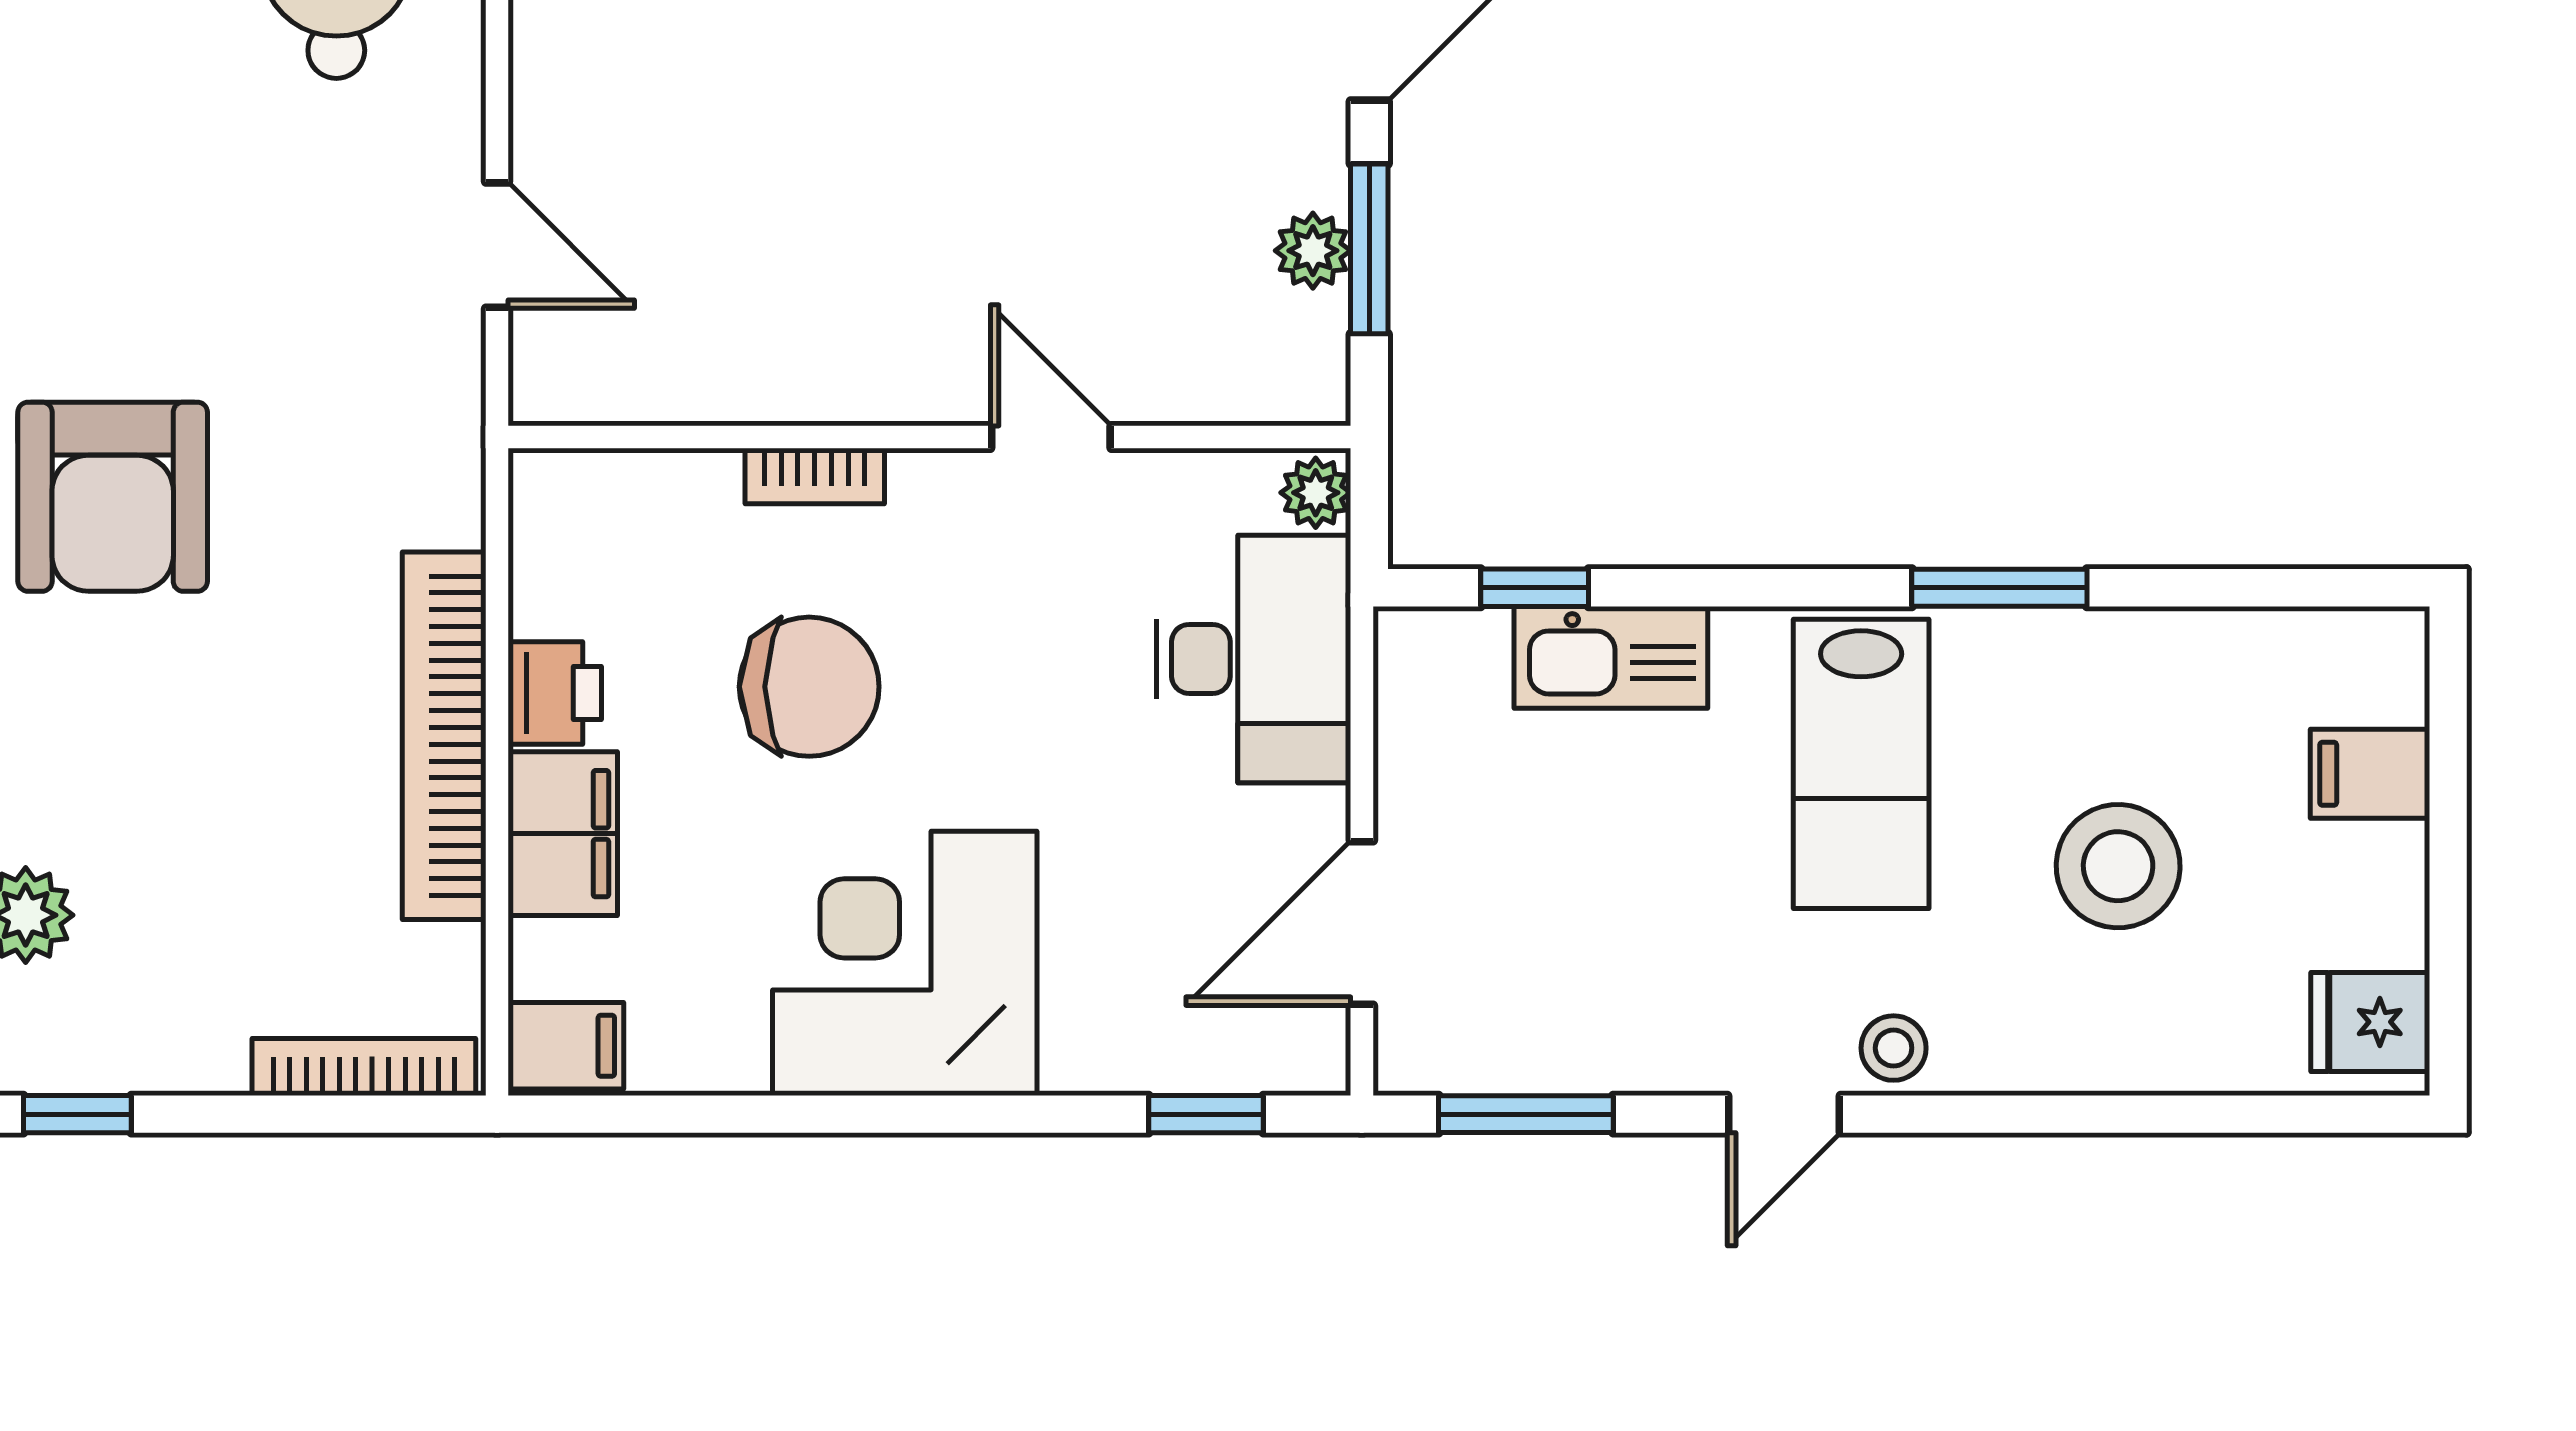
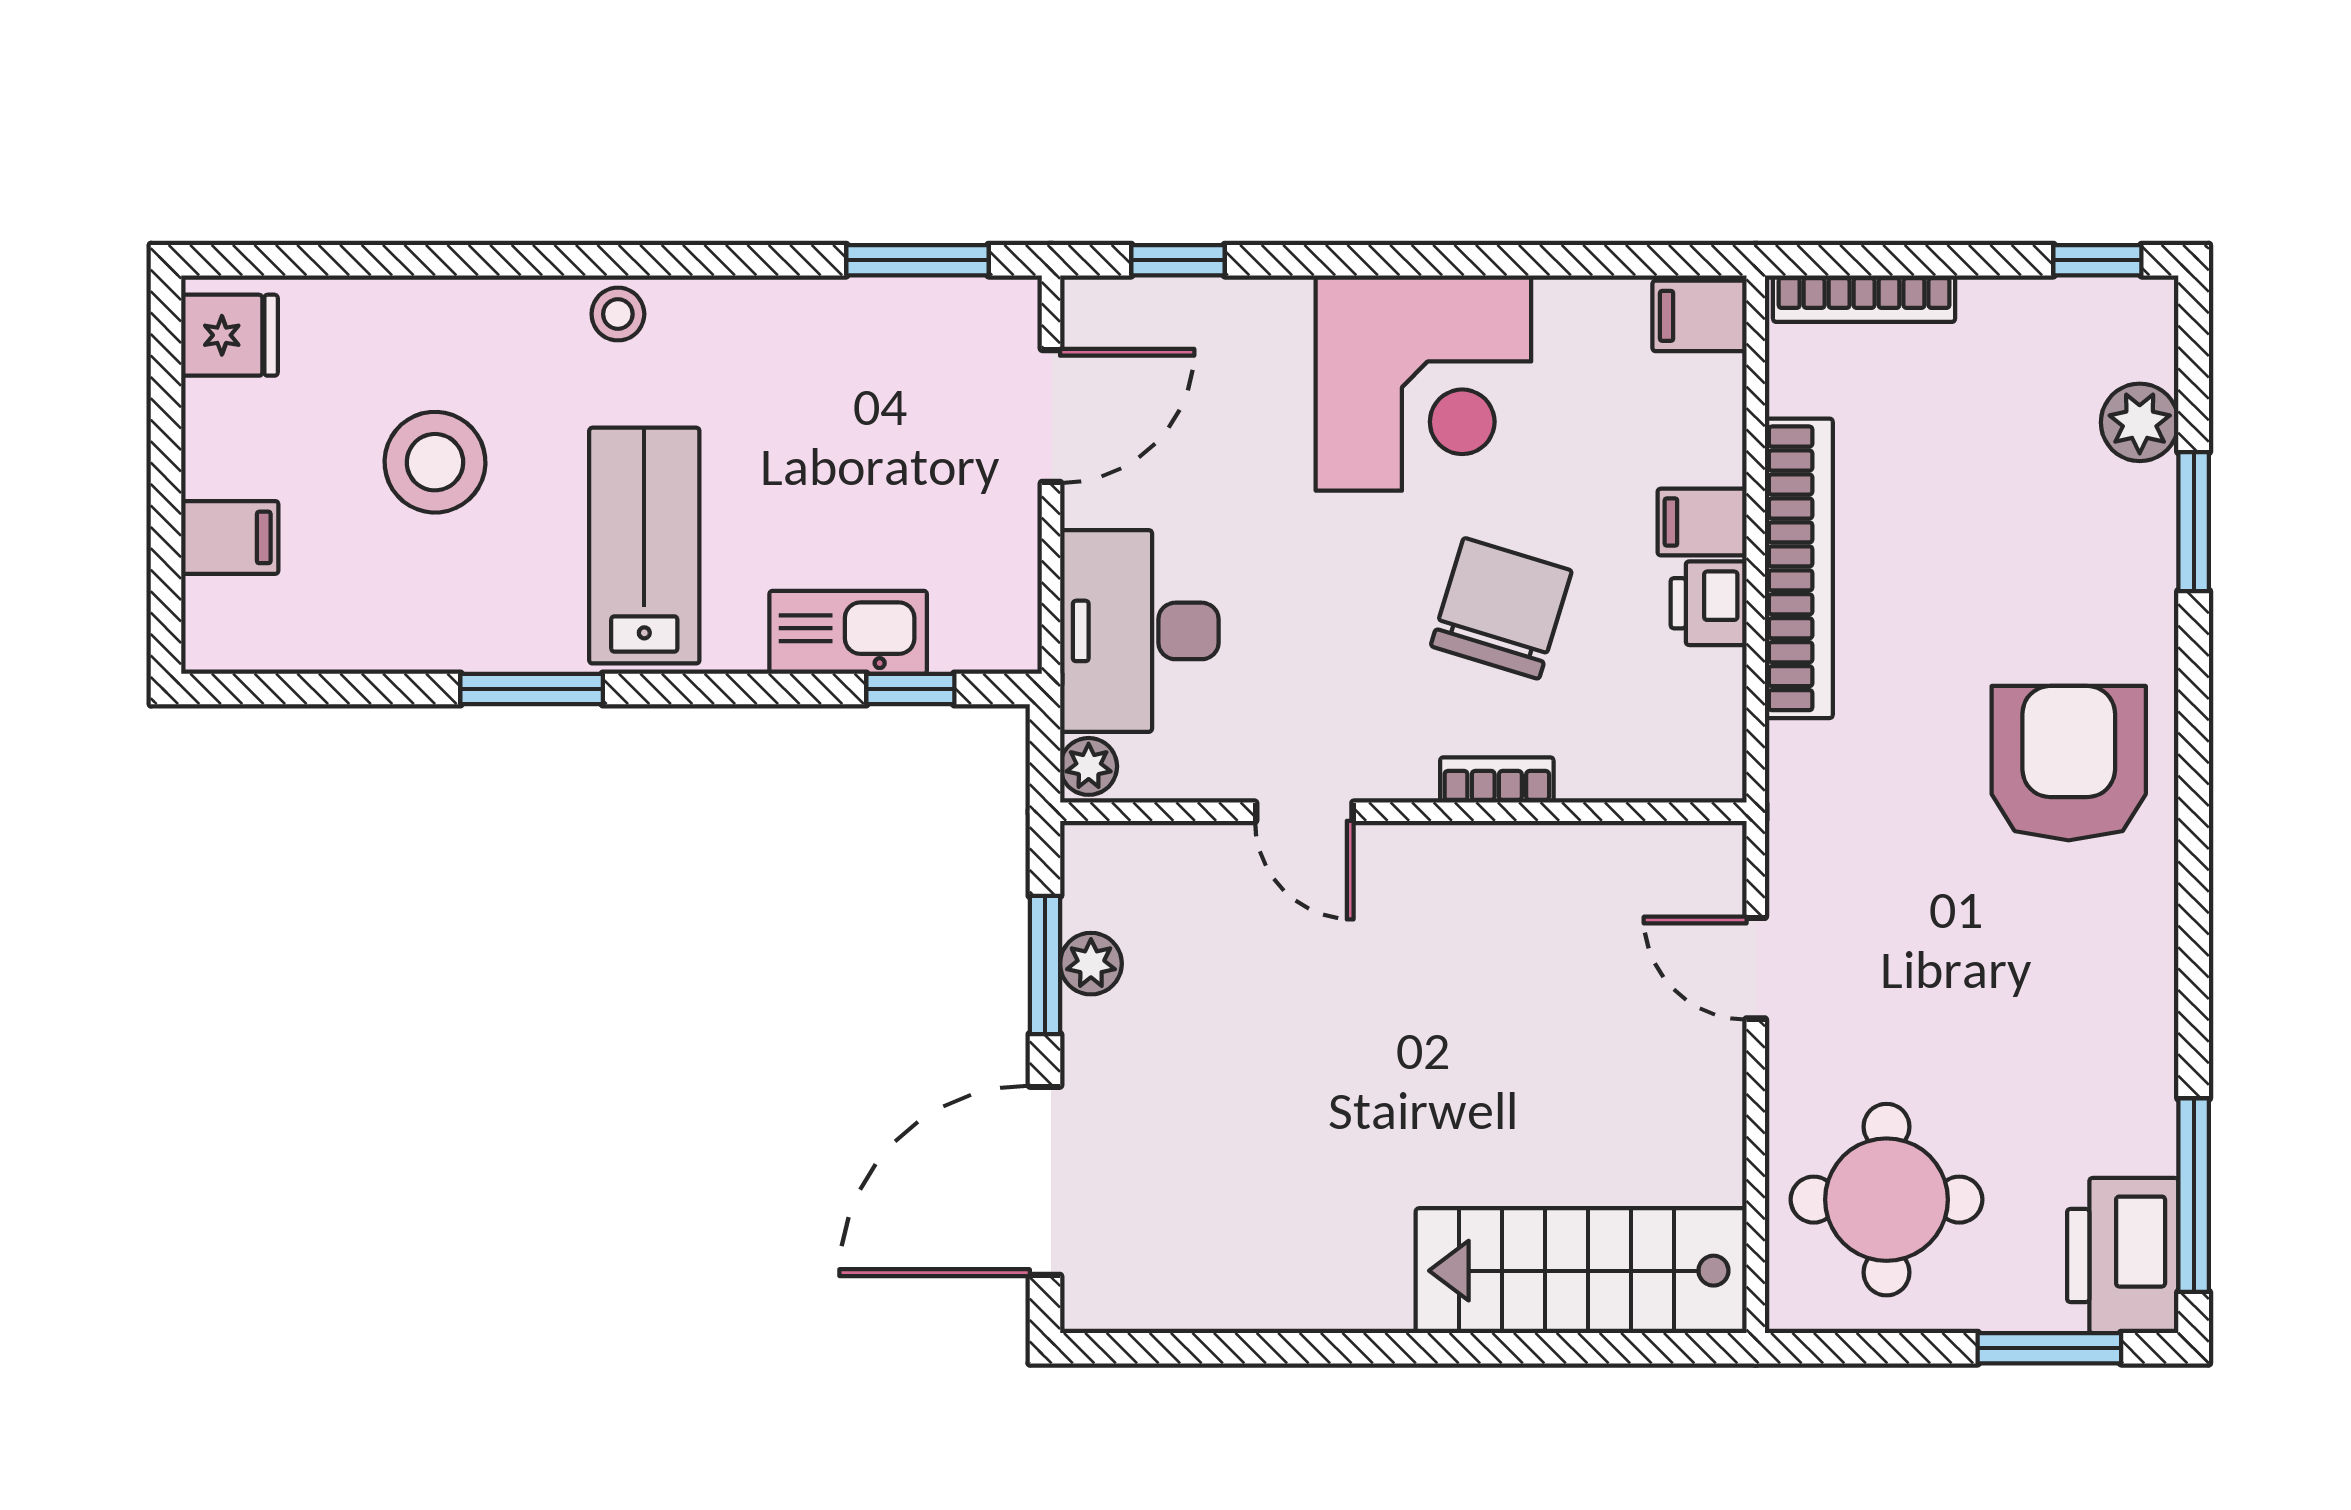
chair: (809, 687) -> (1501, 608), turned 107
filing cabinet: (563, 834) -> (1702, 522), width x0.50
door: (1784, 1114) -> (707, 260), removed

